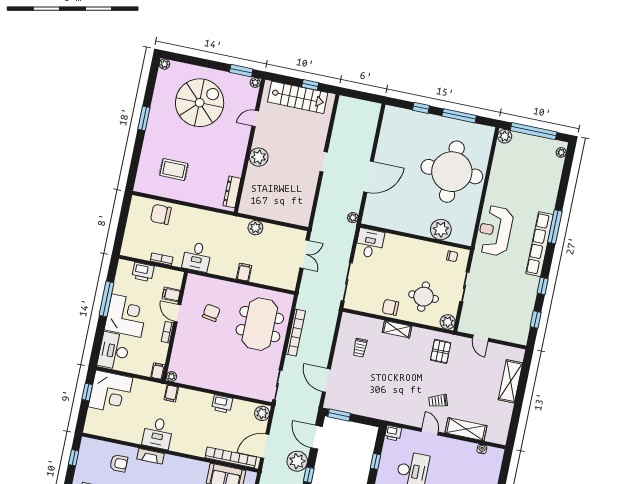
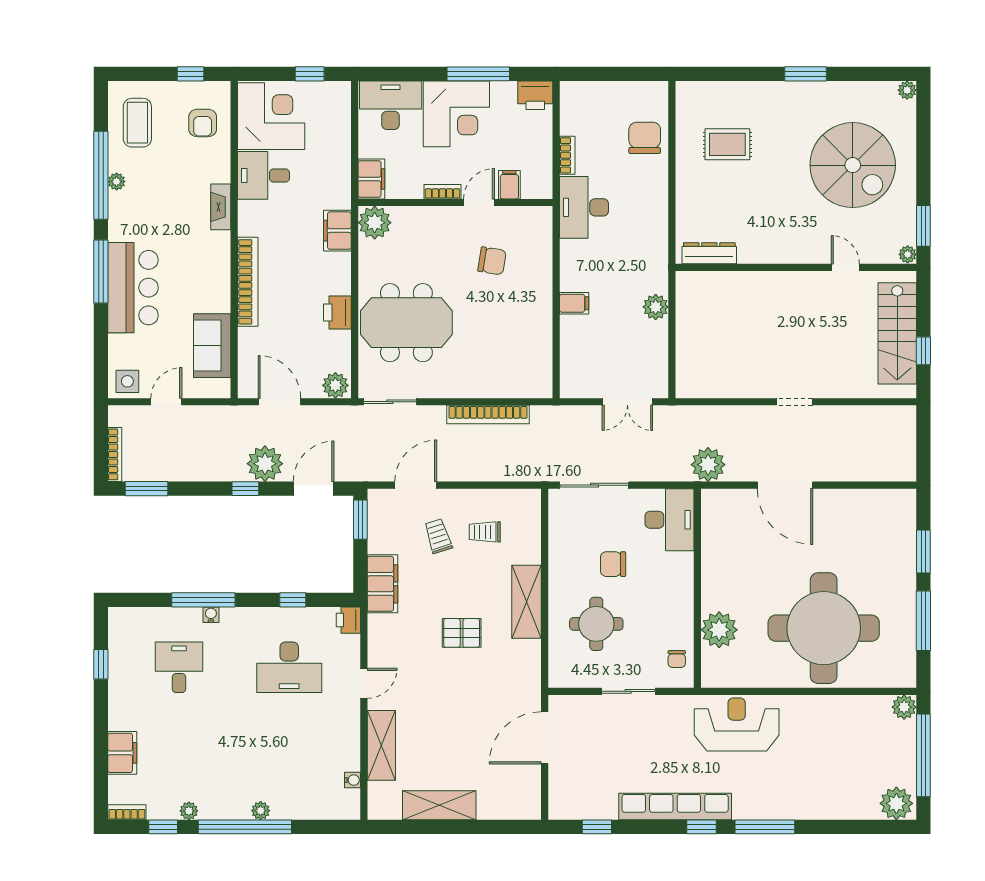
window: (421, 108) -> (923, 552), width x1.50
plant: (561, 152) -> (896, 803), width x1.87, depth x1.87
plant: (259, 157) -> (779, 287), removed
rug: (174, 169) -> (727, 144), turned 90
plant: (353, 218) -> (708, 465), width x1.88, depth x1.88
desk: (370, 243) -> (670, 520), width x1.37
row of seats: (540, 244) -> (675, 807), moved
desk: (197, 257) -> (584, 207), width x1.37
printer: (143, 272) -> (535, 95), moved, turned -90
window: (543, 286) -> (701, 827), moved
chair: (390, 307) -> (613, 564), moved, turned -90
plant: (448, 322) -> (561, 675), removed
meeting table: (260, 324) -> (406, 323), moved
shelving: (397, 329) -> (526, 602), width x1.50, depth x1.33
door: (481, 338) -> (545, 738), width x1.88
pallet: (441, 351) -> (462, 633), moved
filing cabinet: (158, 371) -> (371, 179), width x2.00
plant: (172, 377) -> (375, 223), width x1.87, depth x1.87
shelving: (510, 381) -> (439, 805), moved
corner desk: (110, 392) -> (271, 116), moved, turned 180
filing cabinet: (171, 393) -> (337, 231), width x2.00
trolley: (438, 401) -> (438, 536), moved
filing cabinet: (377, 410) -> (382, 584), added
desk: (158, 433) -> (263, 175), moved
bookcase: (231, 457) -> (248, 282), moved
armchair: (119, 463) -> (203, 123), moved

